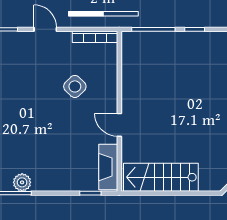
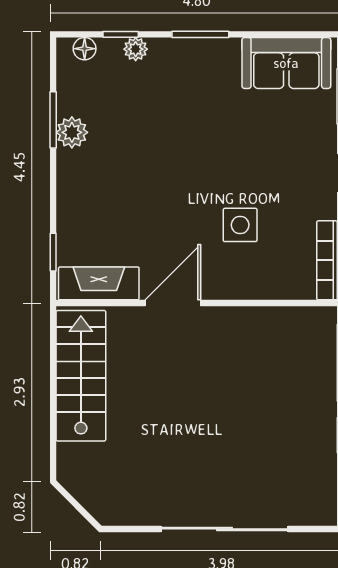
side table: (75, 86) -> (240, 225), turned 45
door: (119, 125) -> (173, 303), width x1.38

